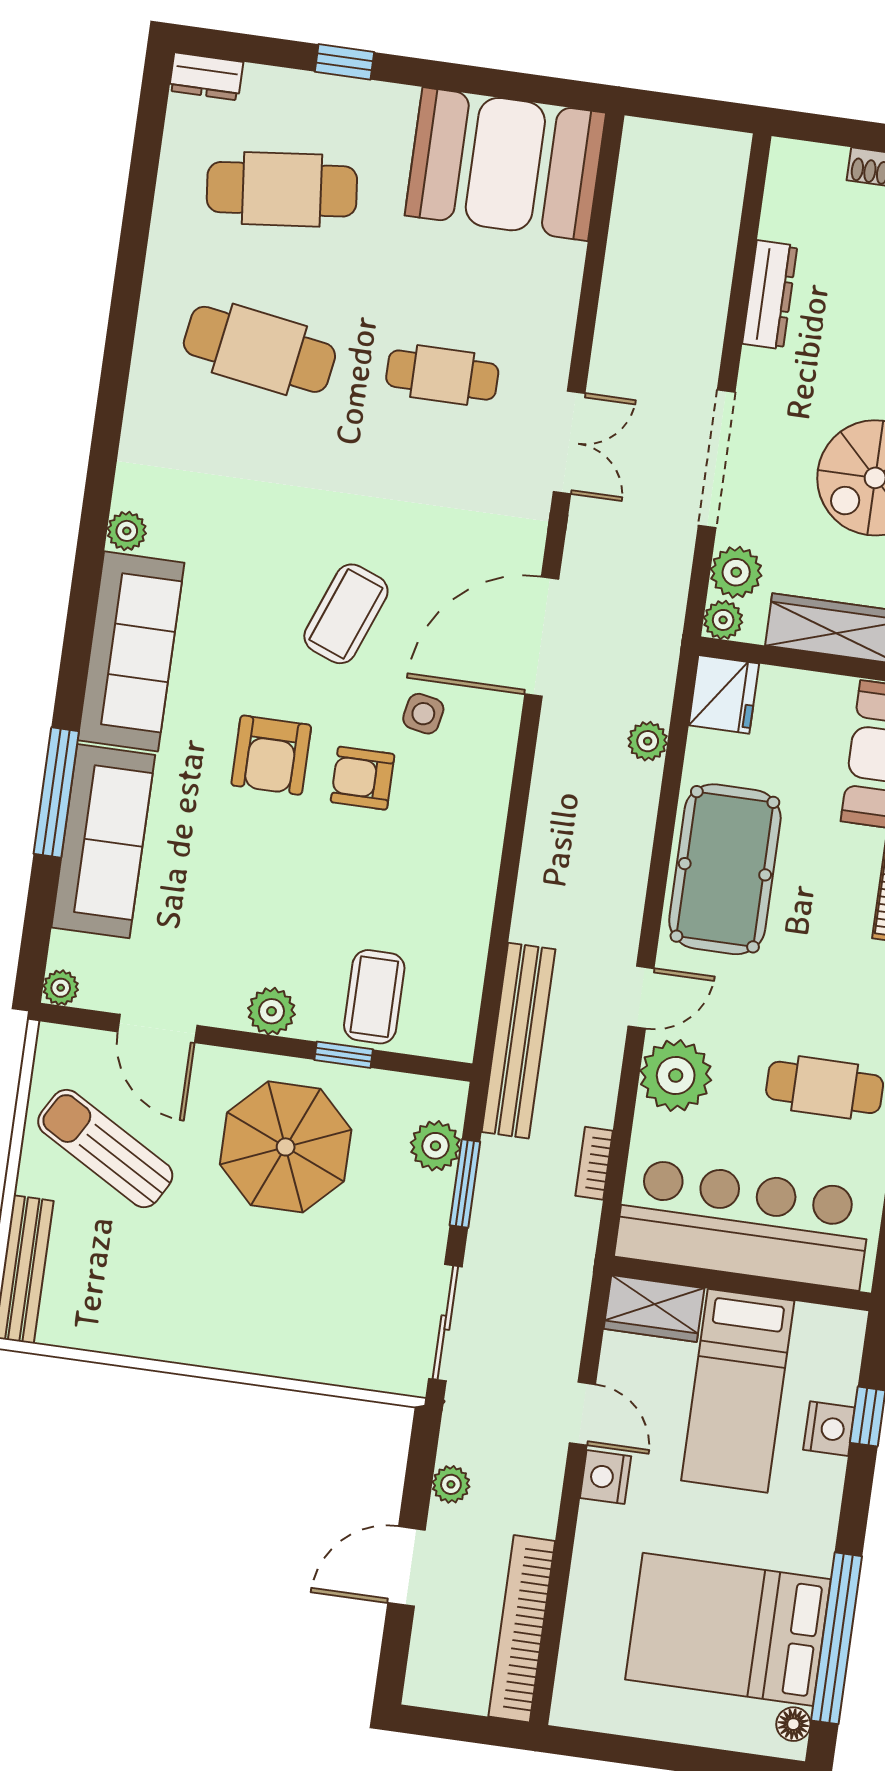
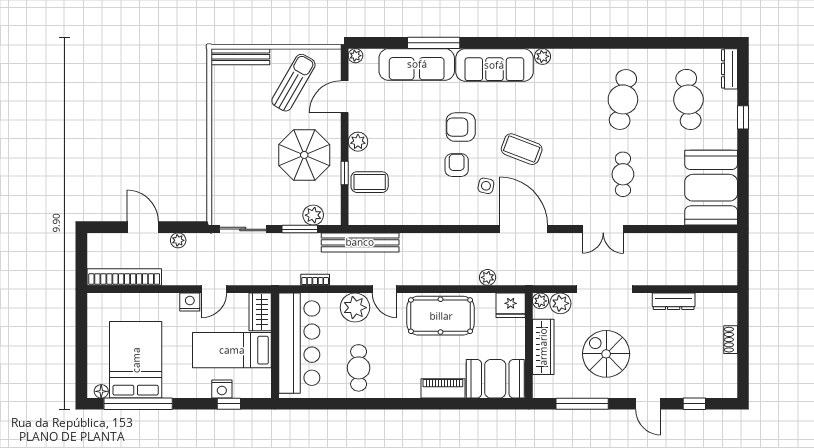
dresser: (206, 76) -> (730, 69), width x1.44

